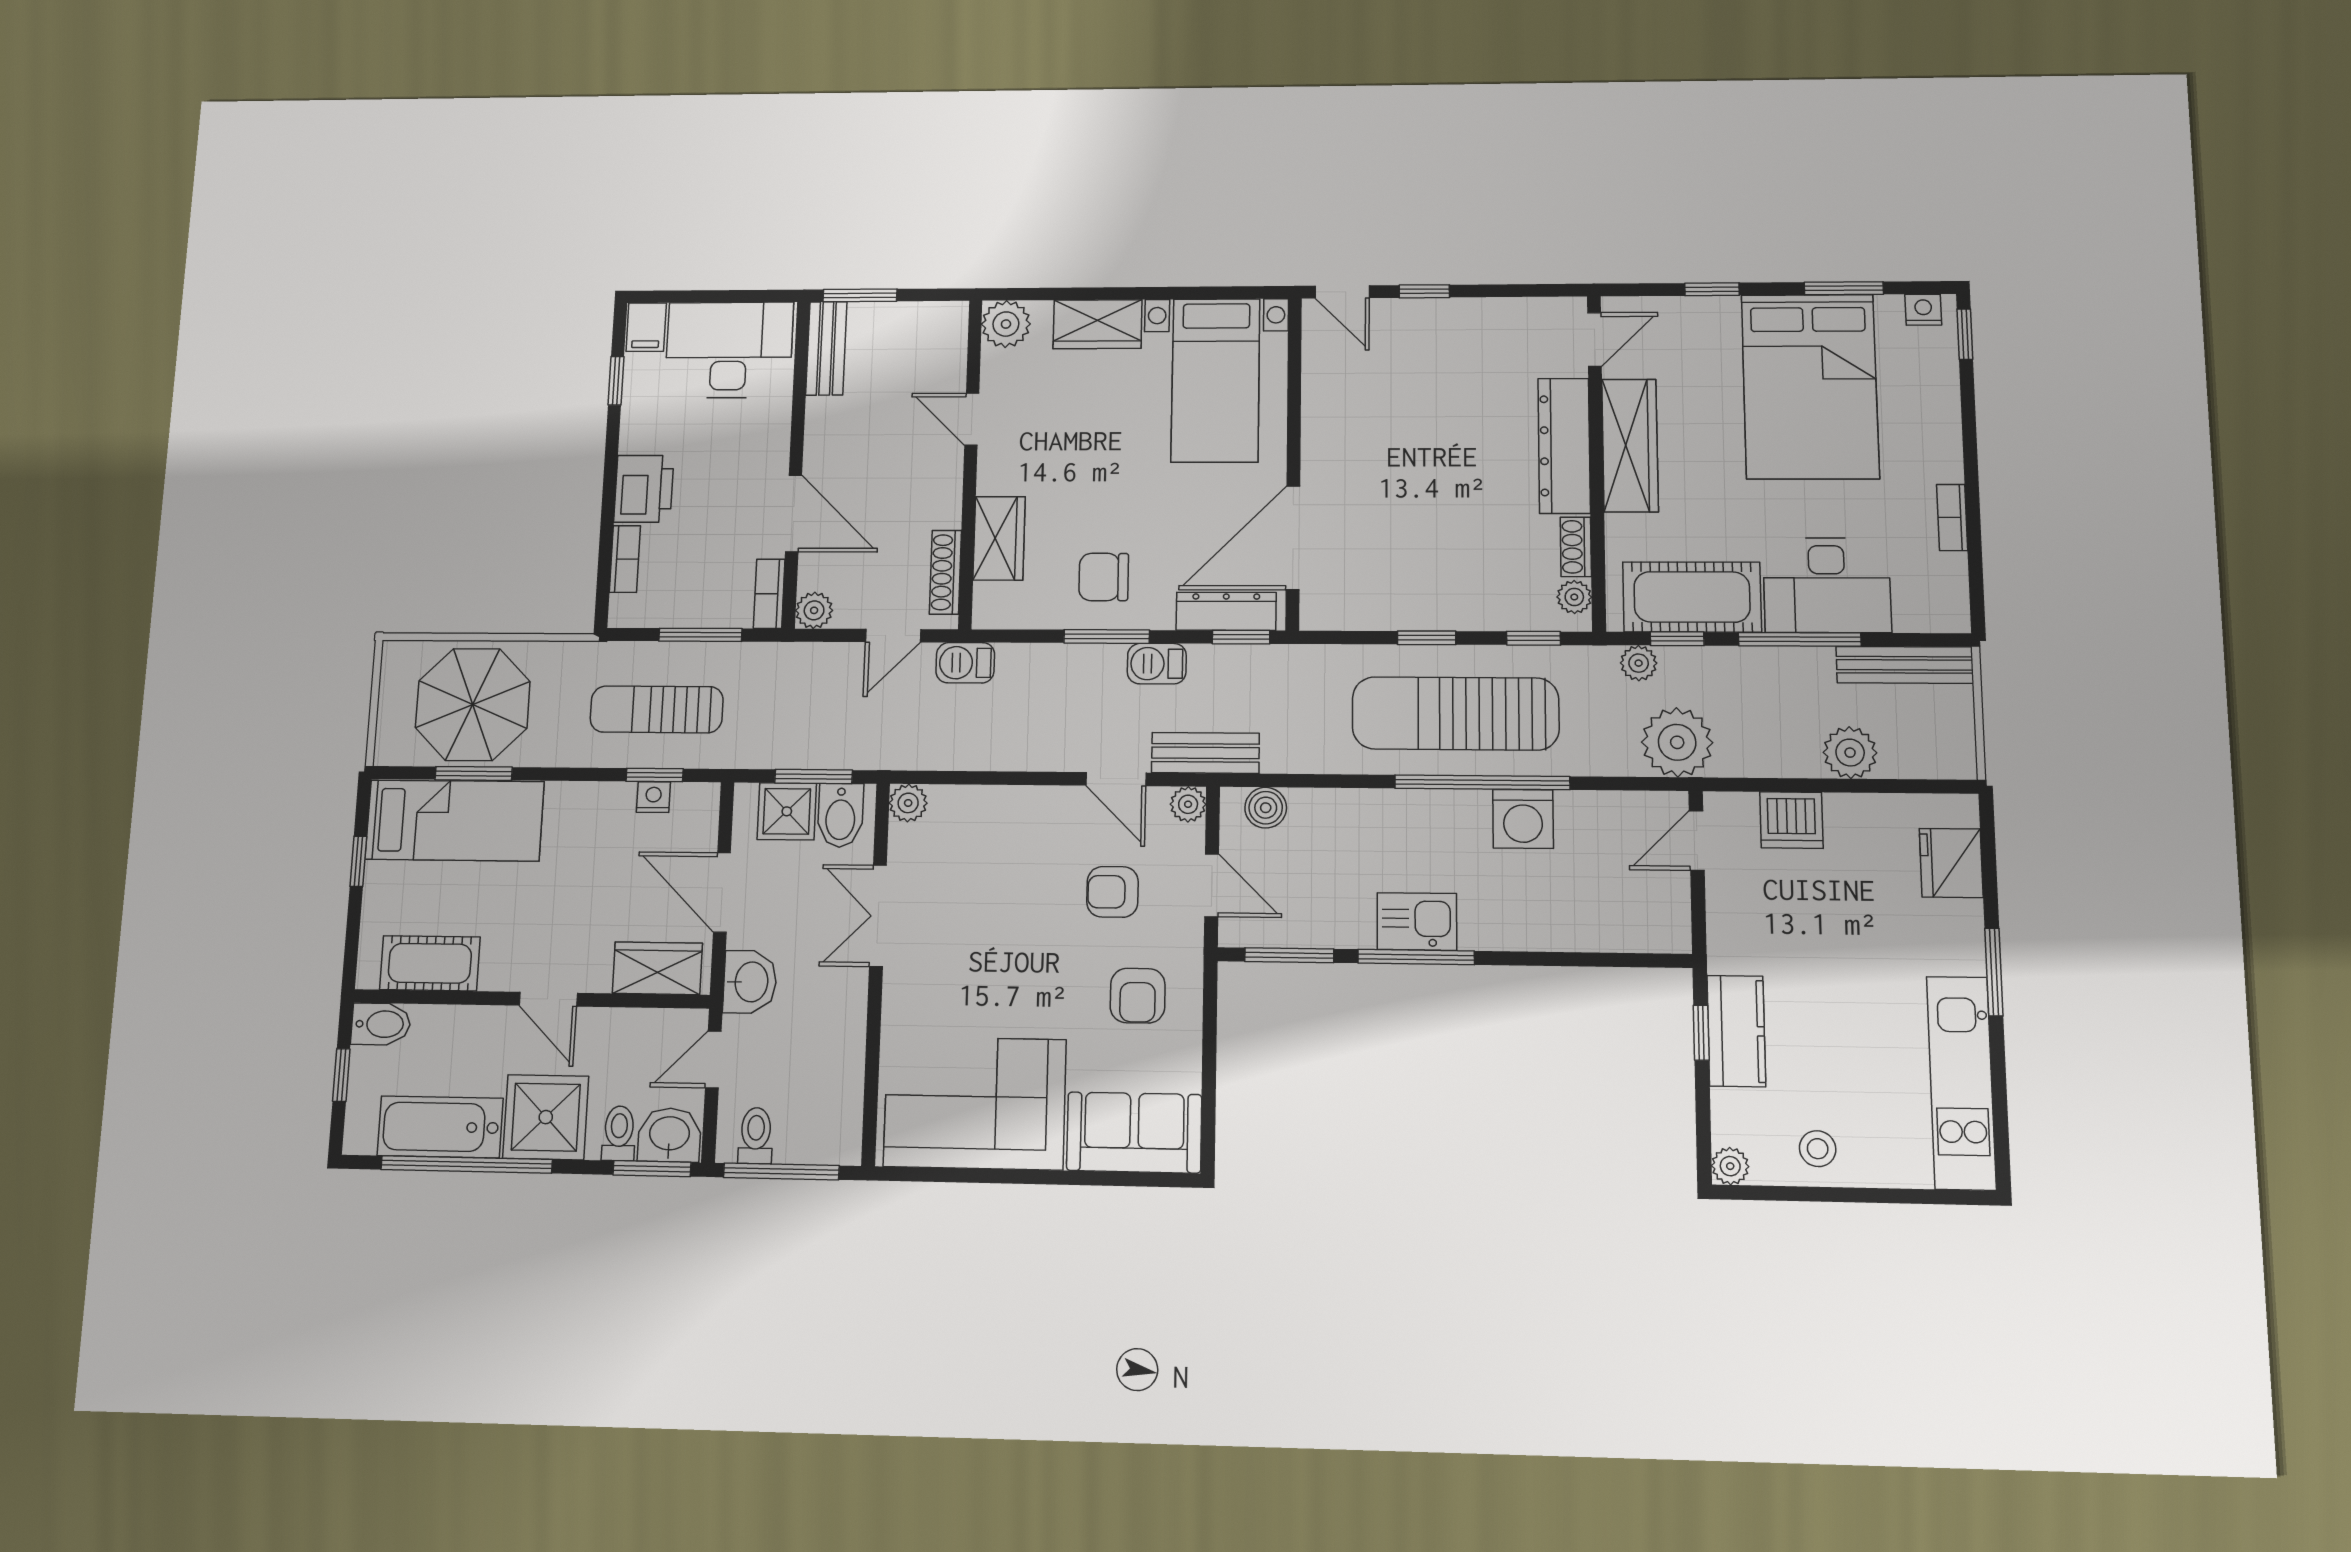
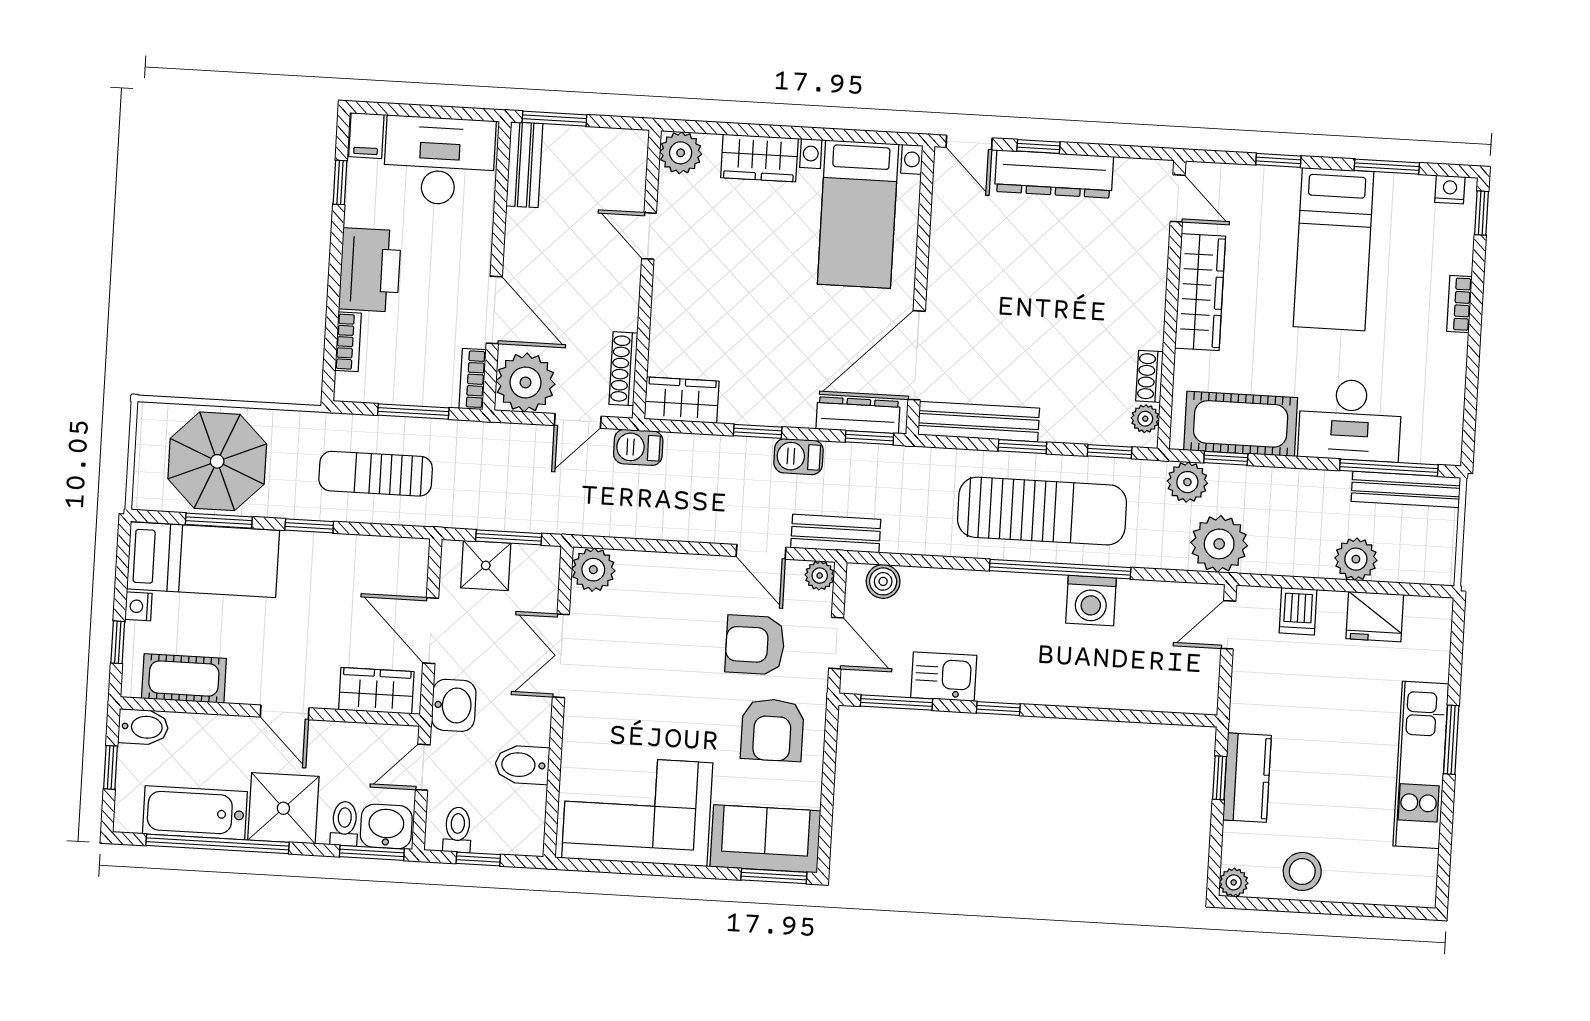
door: (1594, 340) -> (1178, 198), hinge flipped
bed: (1810, 386) -> (1334, 249), width x0.67
dresser: (1564, 446) -> (1054, 174), moved, turned -90
printer: (644, 489) -> (370, 270), width x1.37, depth x1.19
bookcase: (1952, 518) -> (1459, 304), moved
wardrobe: (999, 538) -> (682, 400), moved, turned -90
chair: (1104, 577) -> (757, 380), removed
plant: (814, 610) -> (526, 382), width x1.88, depth x1.88
bench: (1372, 611) -> (979, 422), added
window: (1107, 636) -> (758, 431), width x0.67
window: (1800, 639) -> (1389, 468), moved
plant: (1639, 663) -> (1187, 482), width x1.38, depth x1.38
sun lounger: (1455, 713) -> (1042, 511), turned 180
window: (655, 775) -> (309, 526), moved
nightstand: (653, 797) -> (138, 606), moved, turned -90
plant: (908, 803) -> (593, 570), width x1.38, depth x1.38
bidet: (840, 815) -> (522, 765), moved, turned 90
dishwasher: (1791, 820) -> (1298, 611), width x0.73
window: (358, 861) -> (118, 642), moved
fridge: (1951, 863) -> (1375, 617), moved, turned -90
armchair: (1113, 892) -> (755, 645), width x1.38, depth x1.38
kitchen sink: (1417, 921) -> (944, 677), moved
window: (1416, 957) -> (998, 708), width x0.46
armchair: (1138, 996) -> (772, 730), width x1.38, depth x1.38
kitchen unit: (1961, 1083) -> (1421, 765), moved
stool: (1818, 1149) -> (1302, 871), width x1.37, depth x1.37
window: (781, 1171) -> (478, 859), width x0.46
window: (1147, 1179) -> (774, 876), added

